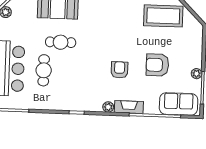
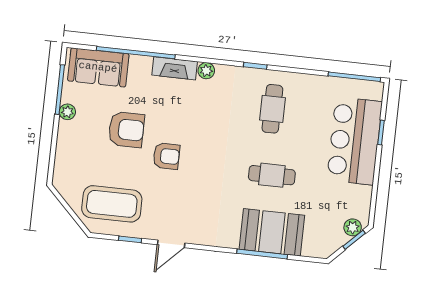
cafe table: (44, 70) -> (272, 109), moved
armchair: (120, 70) -> (166, 156), moved, turned -90

